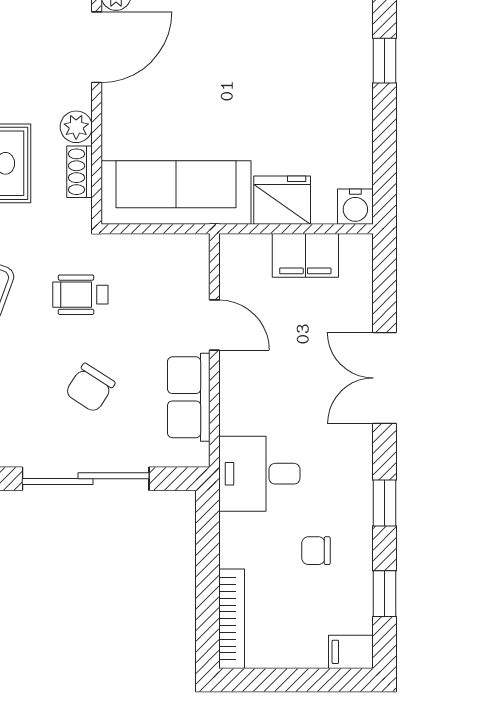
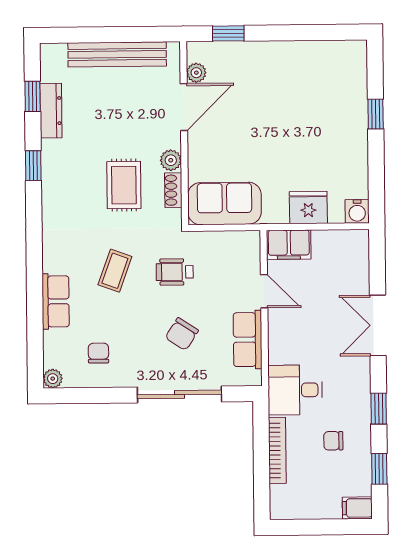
sofa: (176, 193) -> (225, 203), width x0.73
filing cabinet: (305, 255) -> (289, 245), moved
bookcase: (232, 619) -> (277, 450), moved

